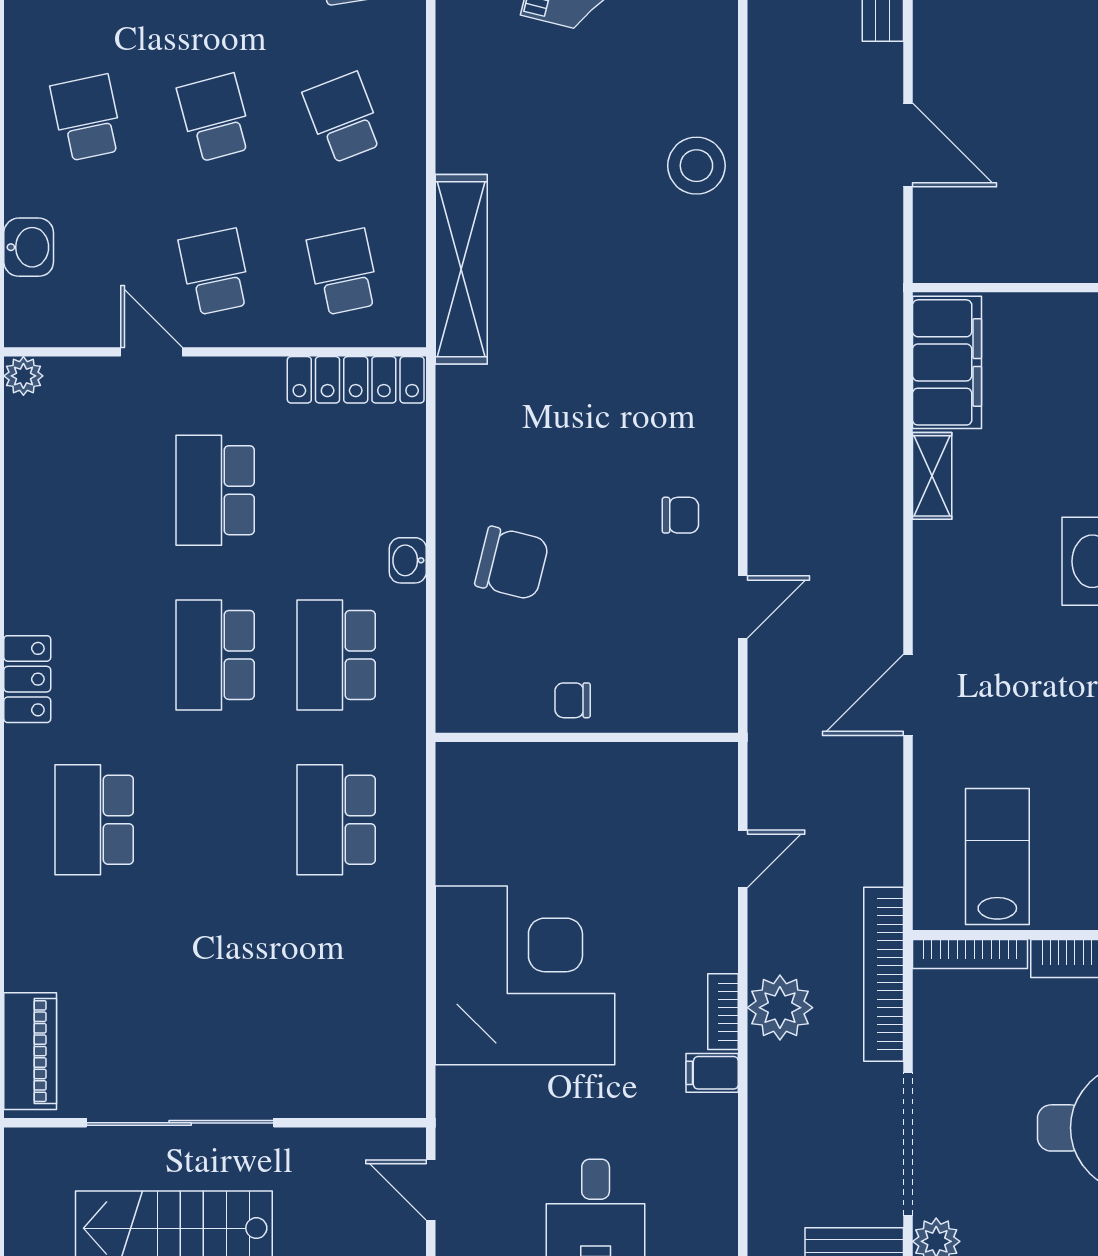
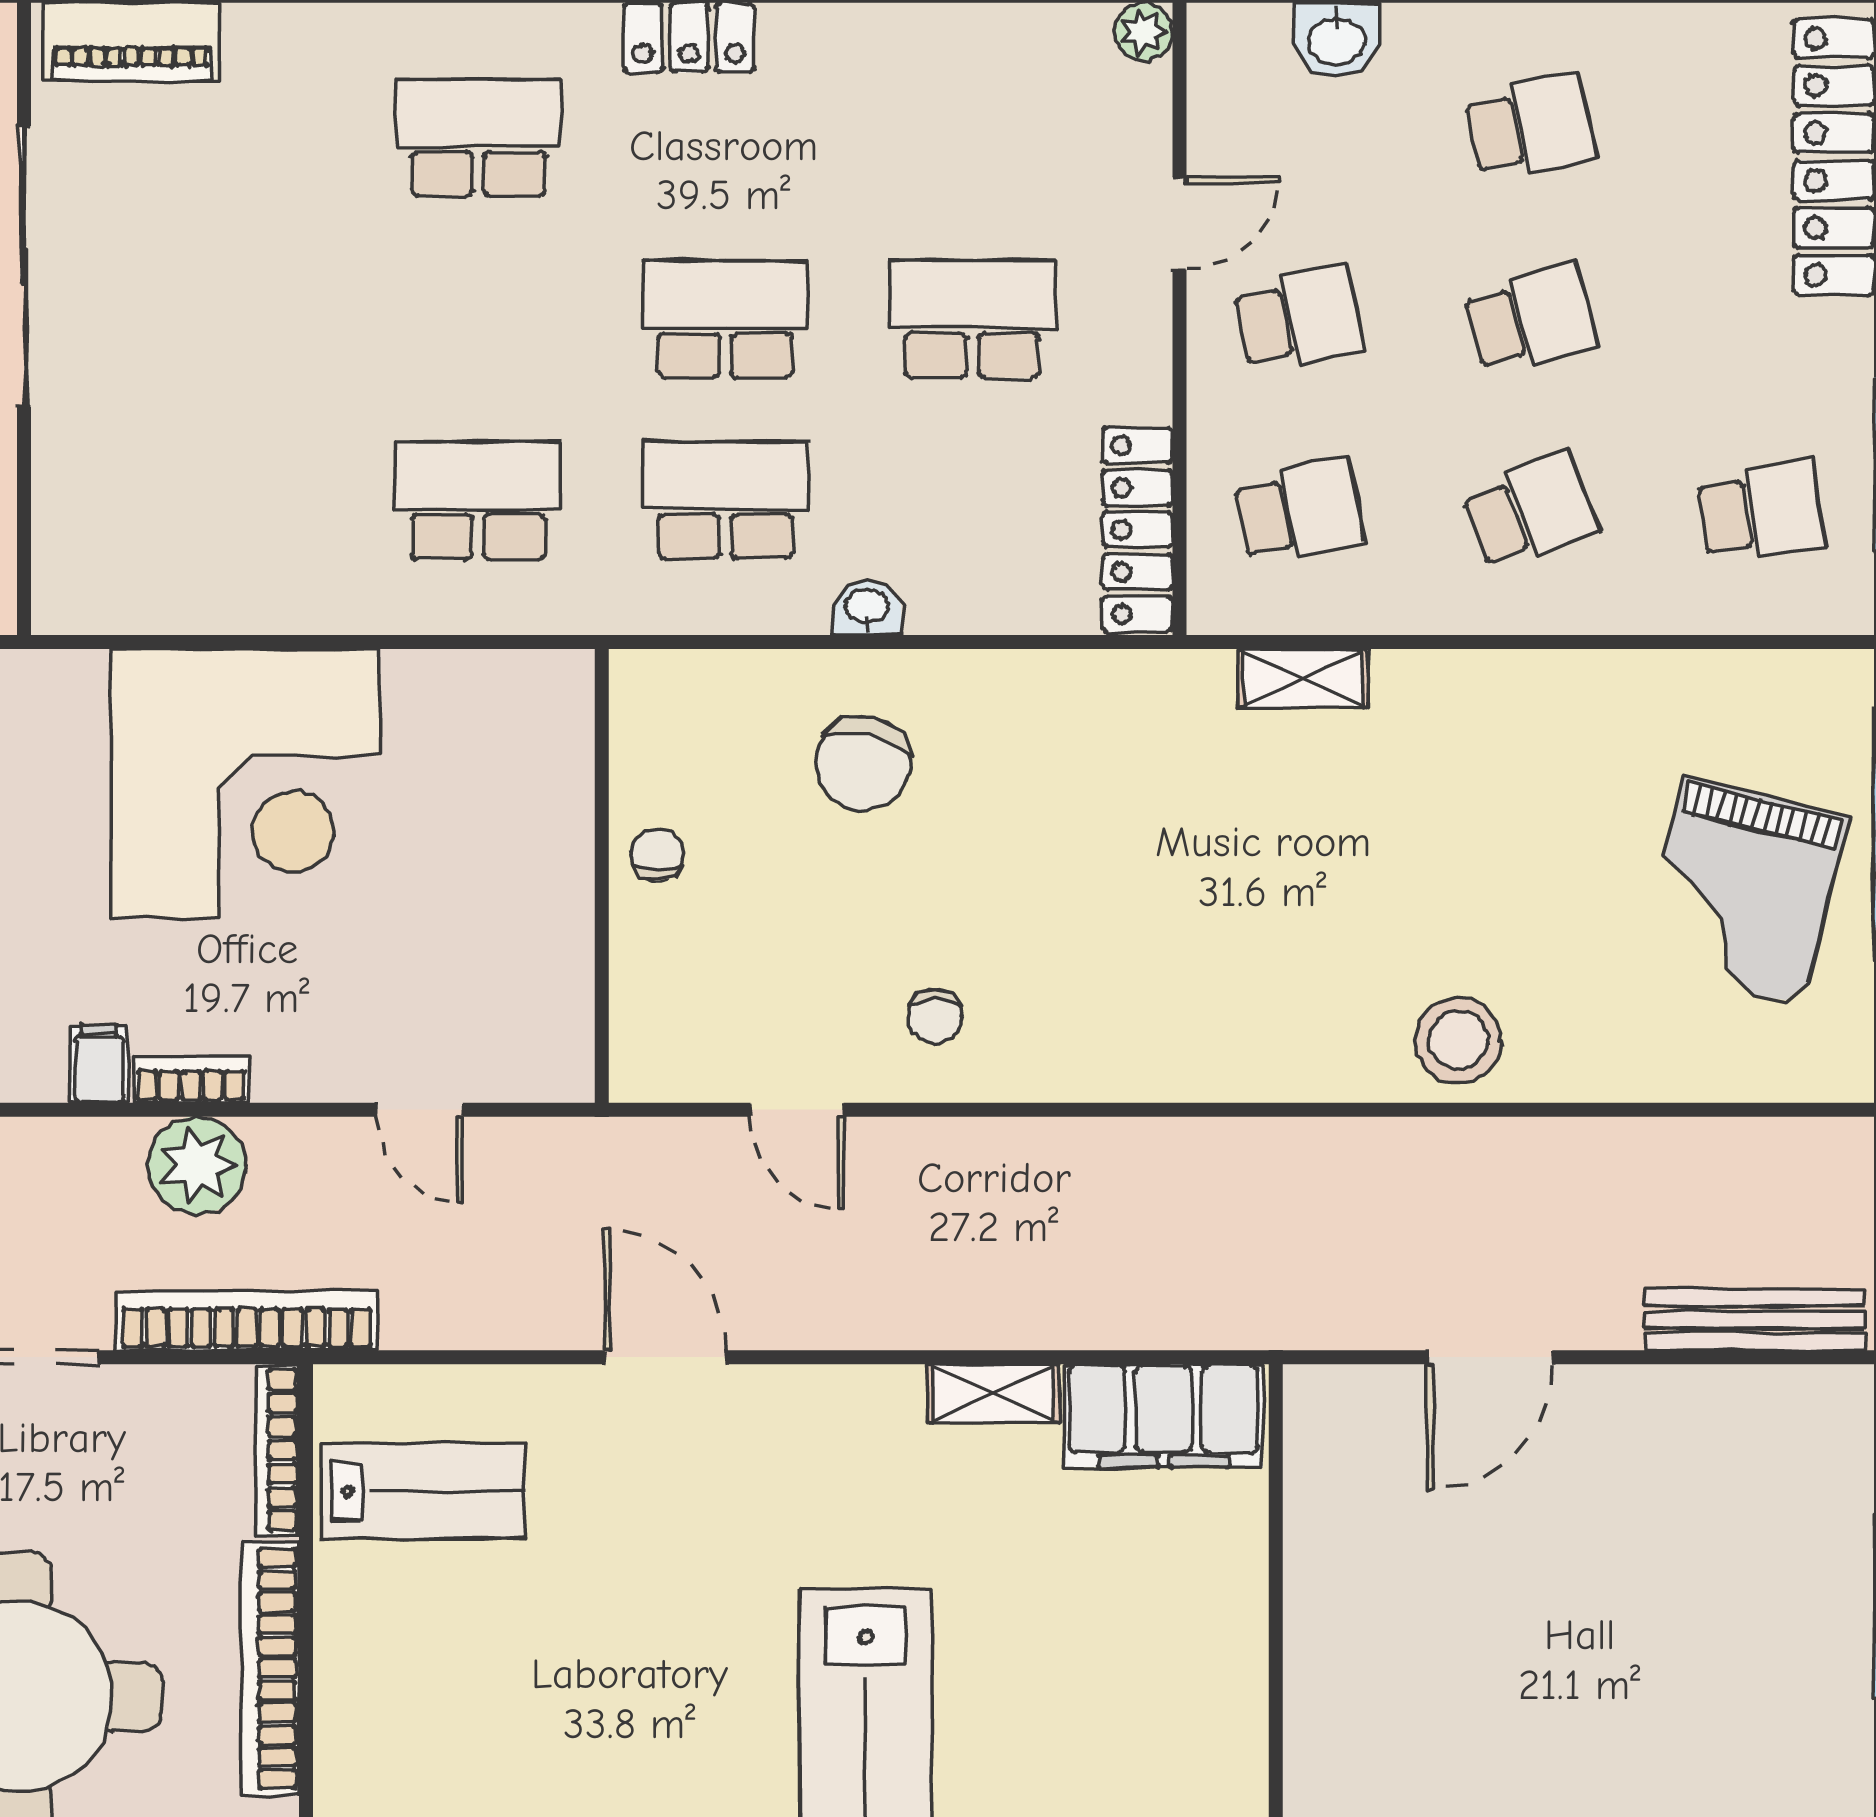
shelving: (461, 269) -> (1303, 678), width x0.45, depth x0.75

